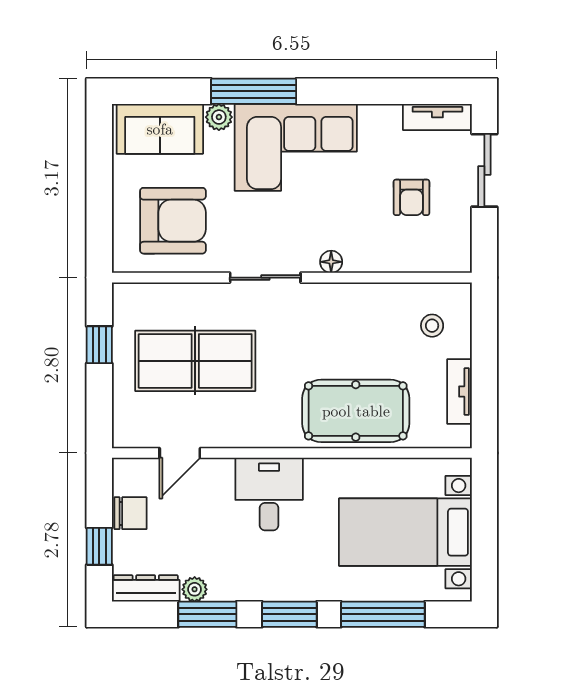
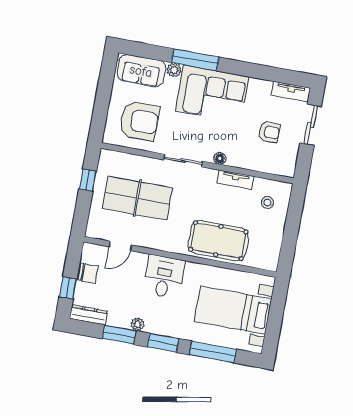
armchair: (411, 197) -> (269, 132), turned -90
tv unit: (460, 391) -> (236, 180), moved, turned -90
plant: (195, 589) -> (137, 324), moved

